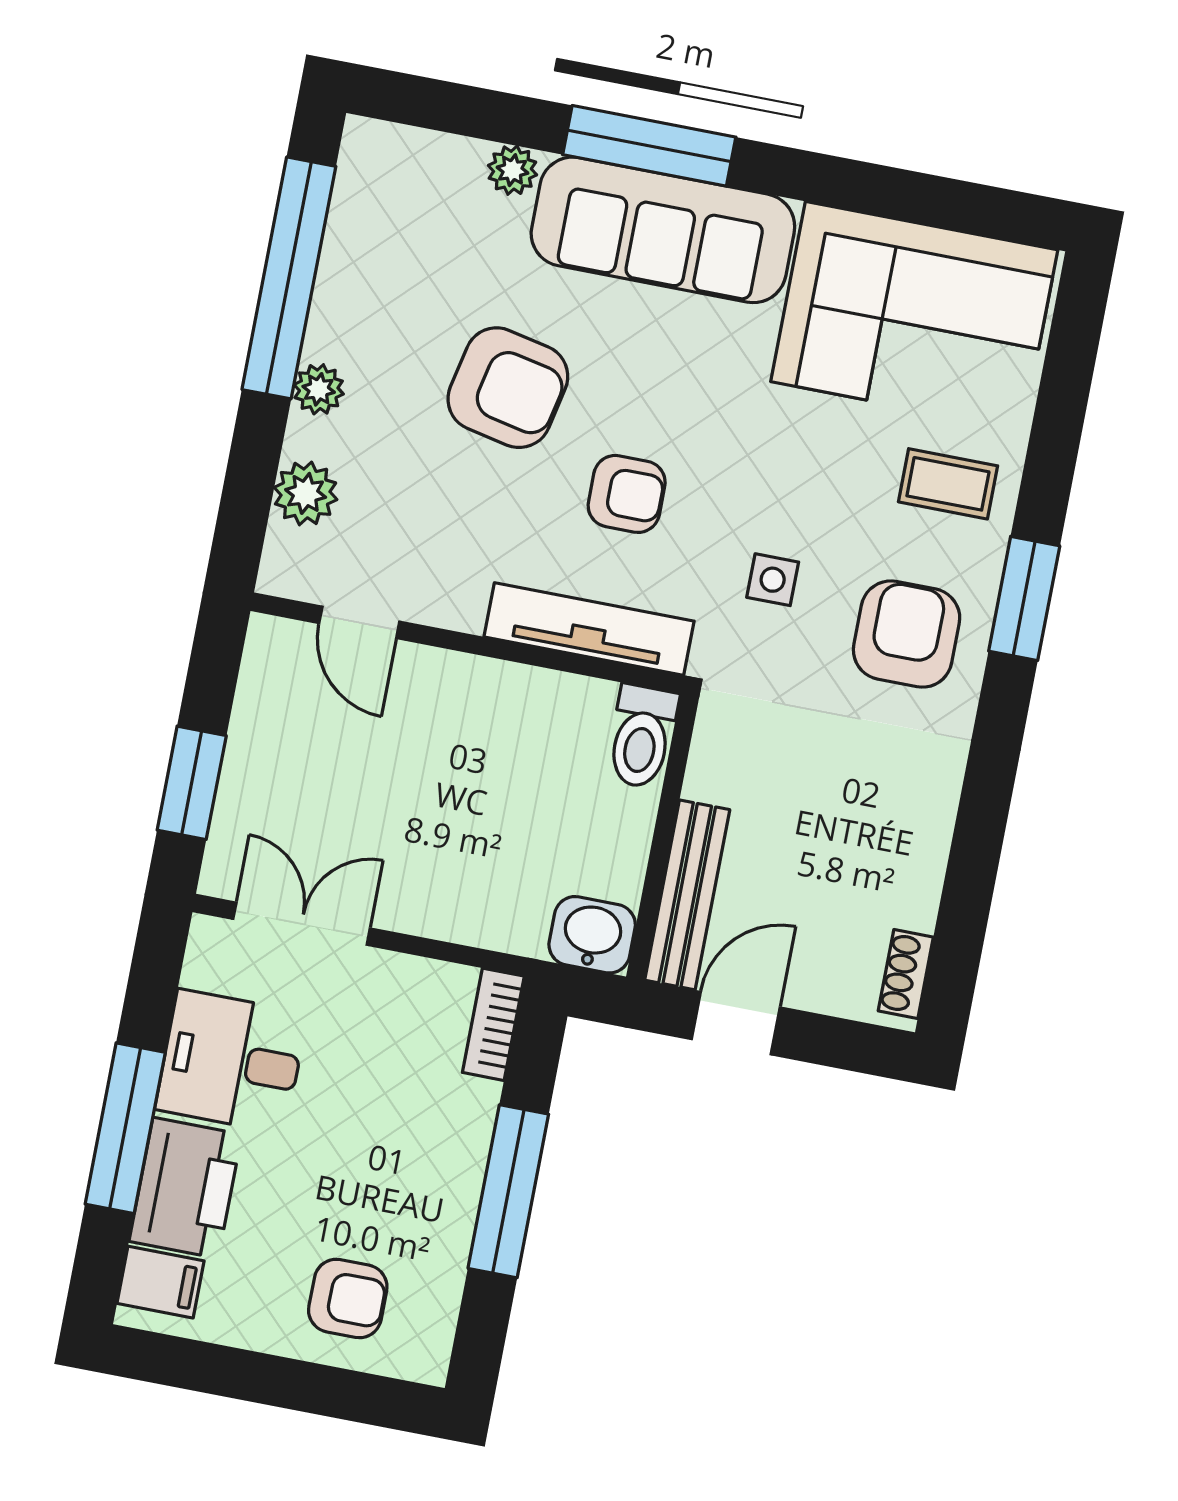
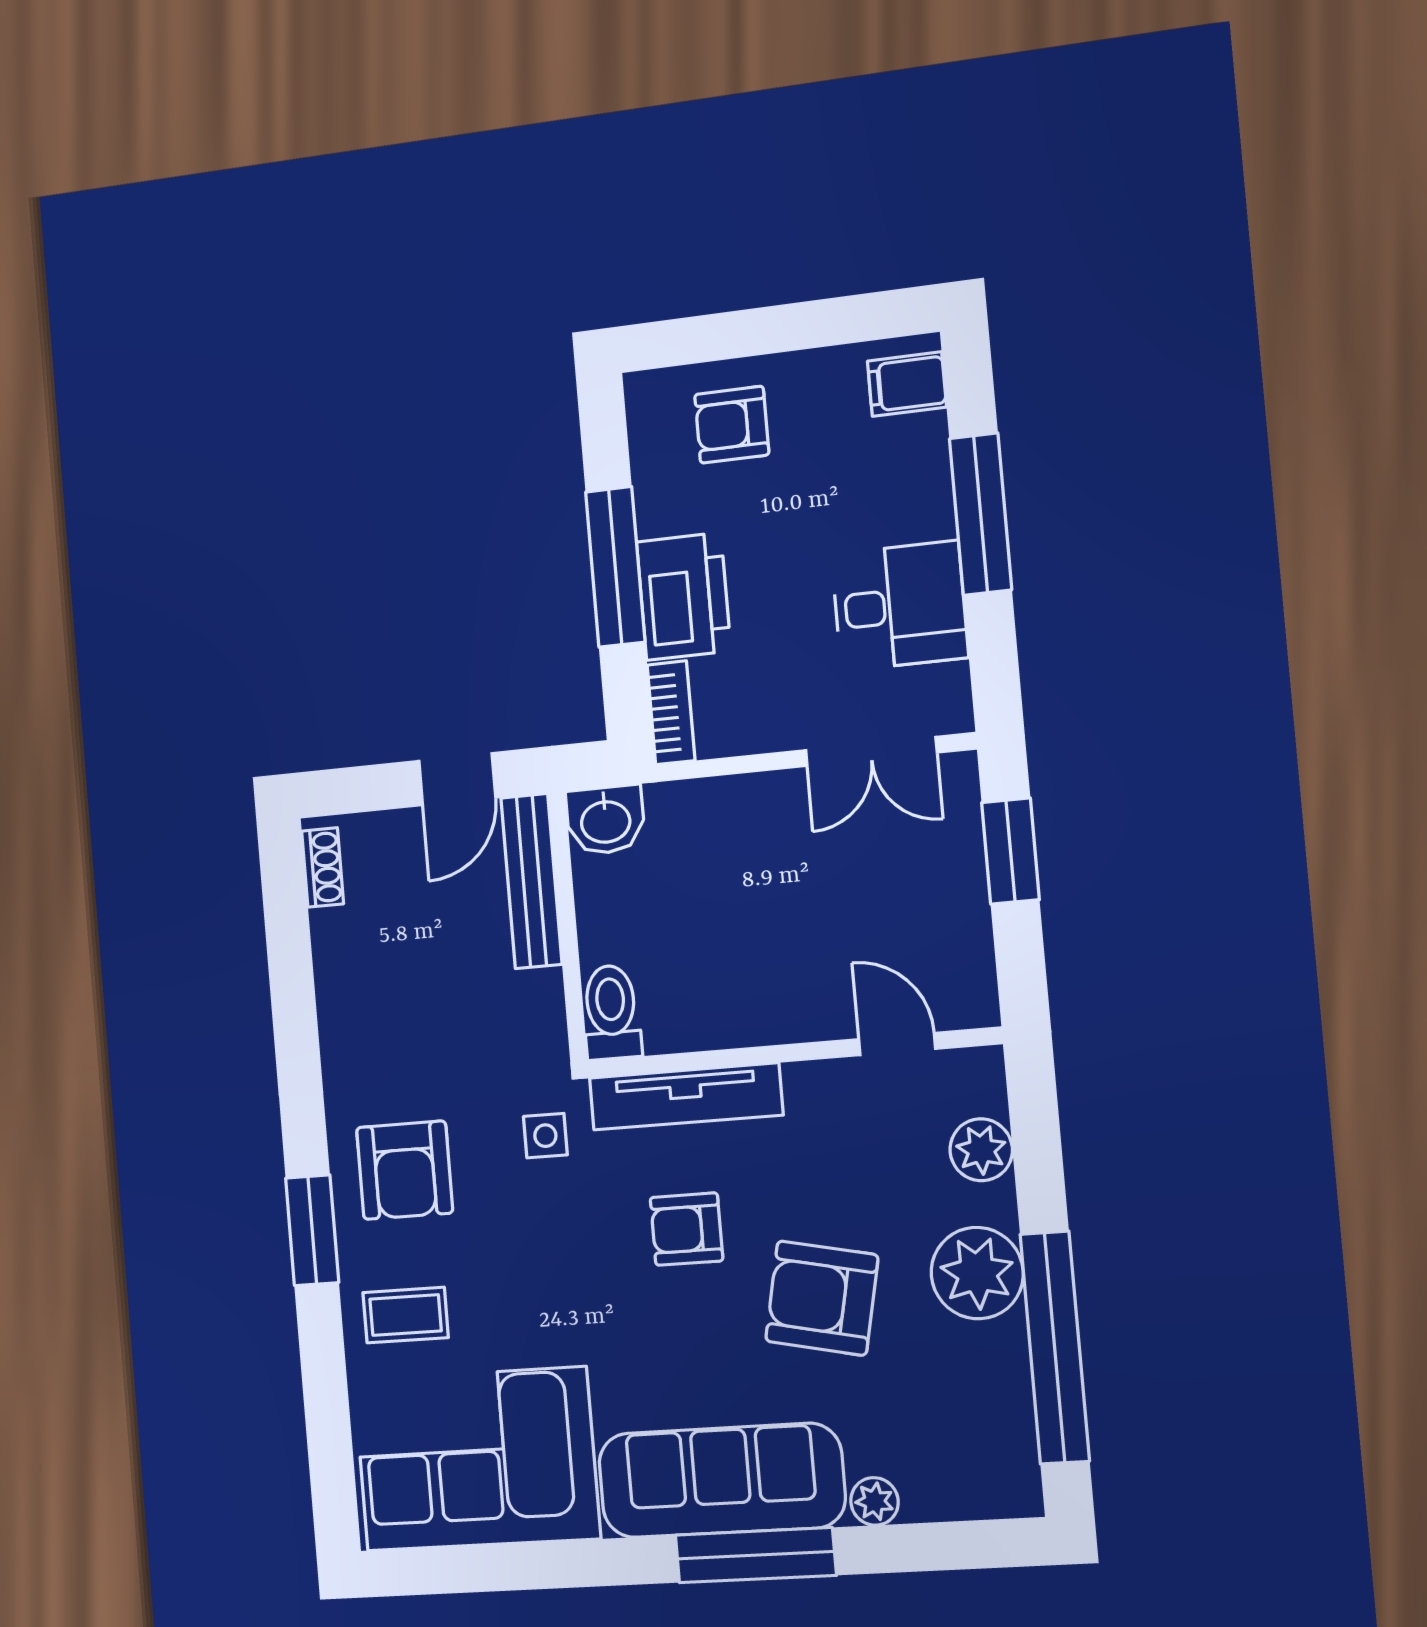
plant: (319, 389) -> (977, 1273), width x1.87, depth x1.87
side table: (773, 580) -> (545, 1136), moved
printer: (185, 1188) -> (684, 596), moved, turned 180

